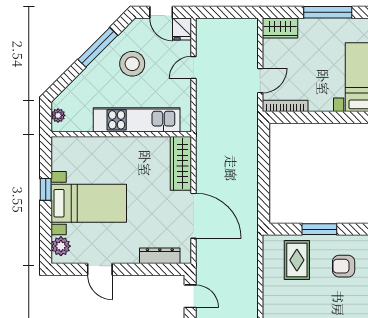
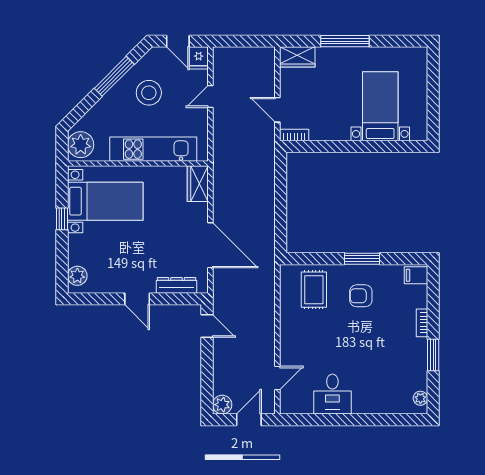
door: (260, 81) -> (277, 110), swing flipped
bookcase: (285, 106) -> (294, 135), width x0.64
plant: (58, 115) -> (81, 145), width x1.88, depth x1.88
wardrobe: (181, 163) -> (198, 184), width x0.67
bed with nightstands: (89, 203) -> (105, 201), moved
window: (319, 229) -> (362, 259), moved
door: (100, 269) -> (137, 299), moved

